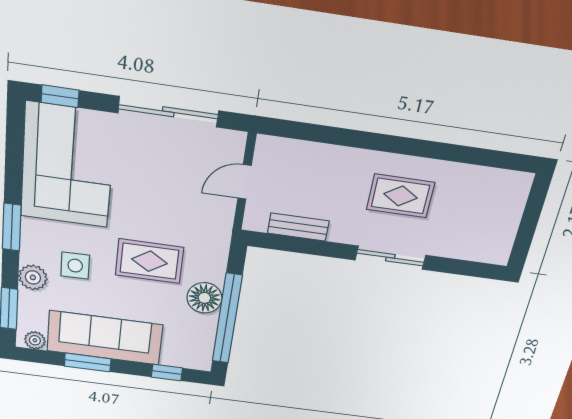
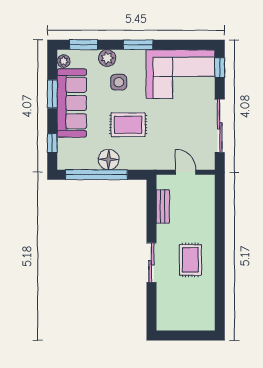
rug: (149, 261) -> (128, 125), turned 90

